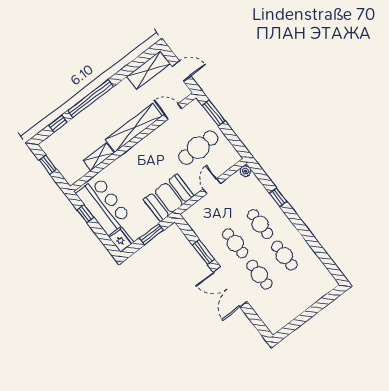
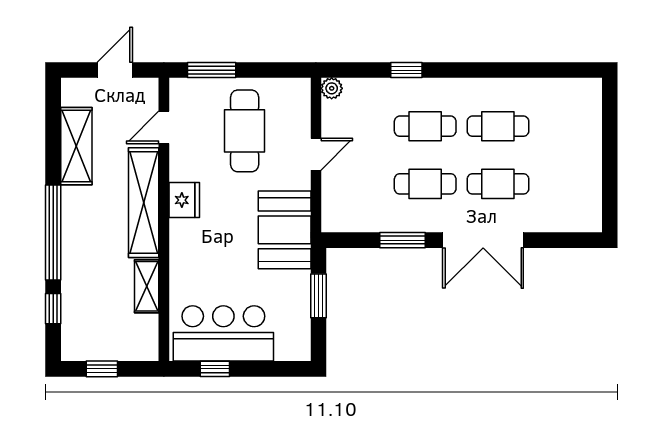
shelving: (149, 70) -> (76, 146), moved
door: (212, 186) -> (316, 154), swing flipped
fridge: (121, 240) -> (184, 200), moved, turned 90

